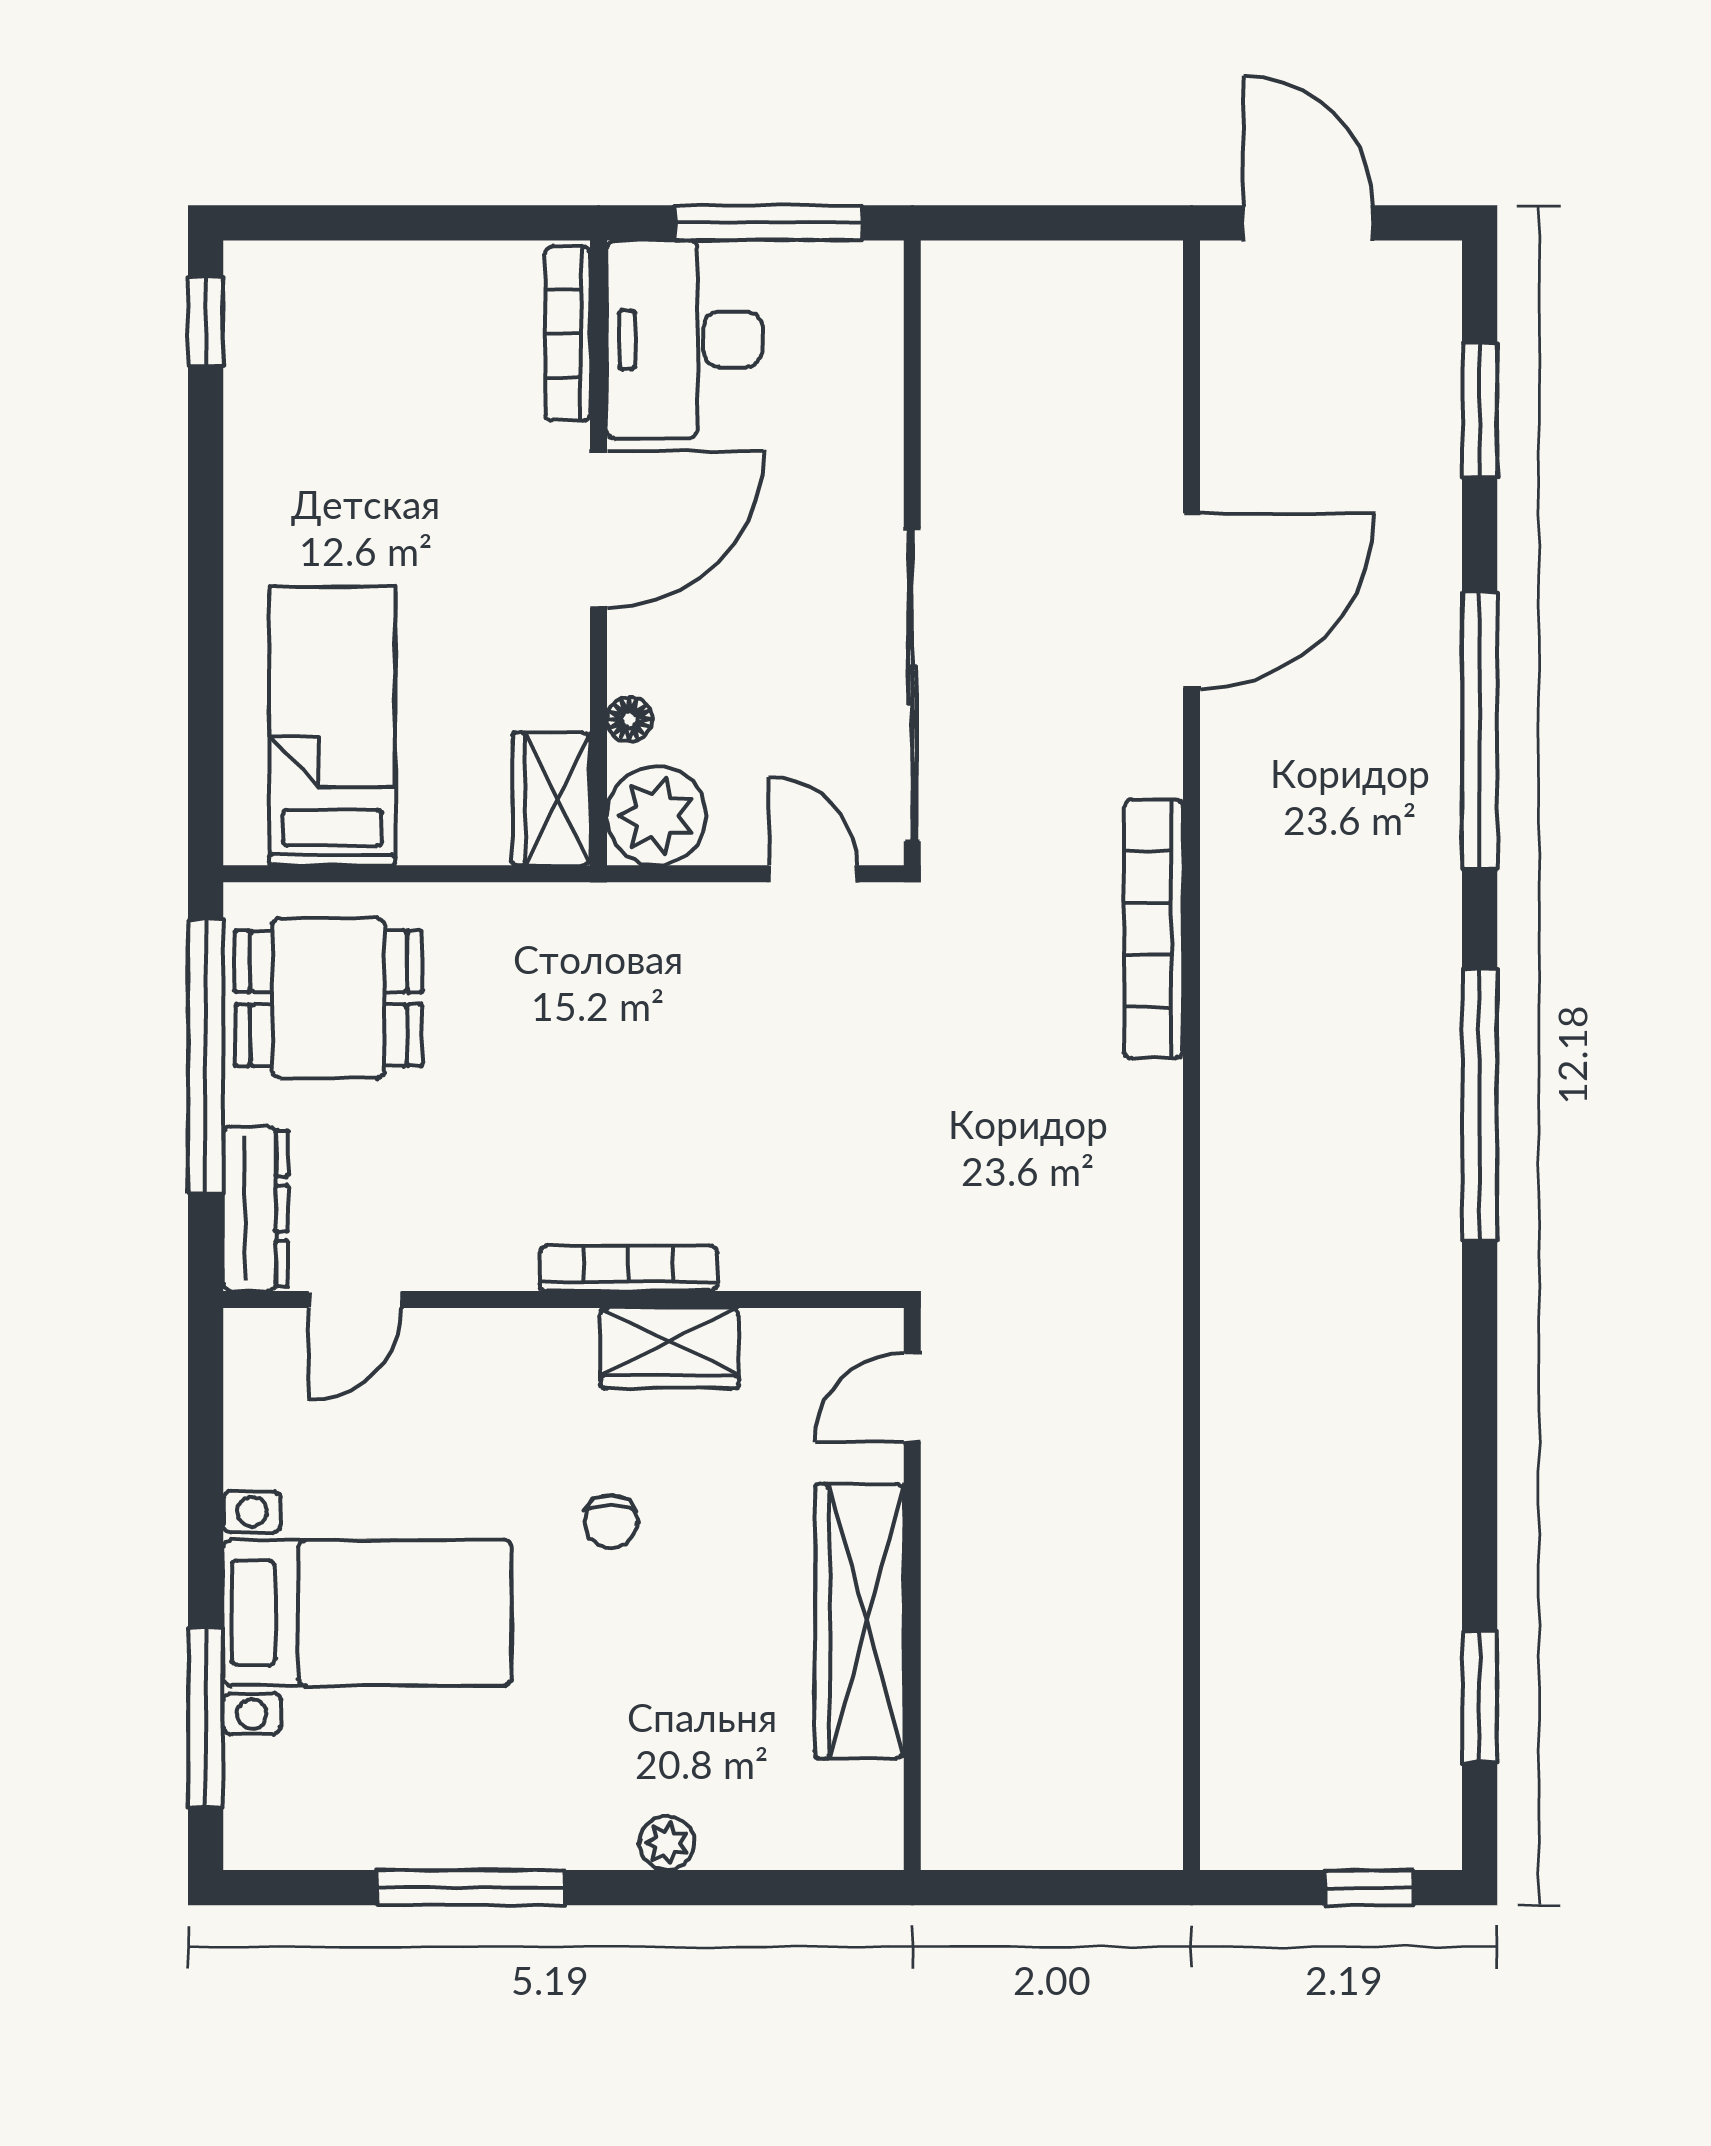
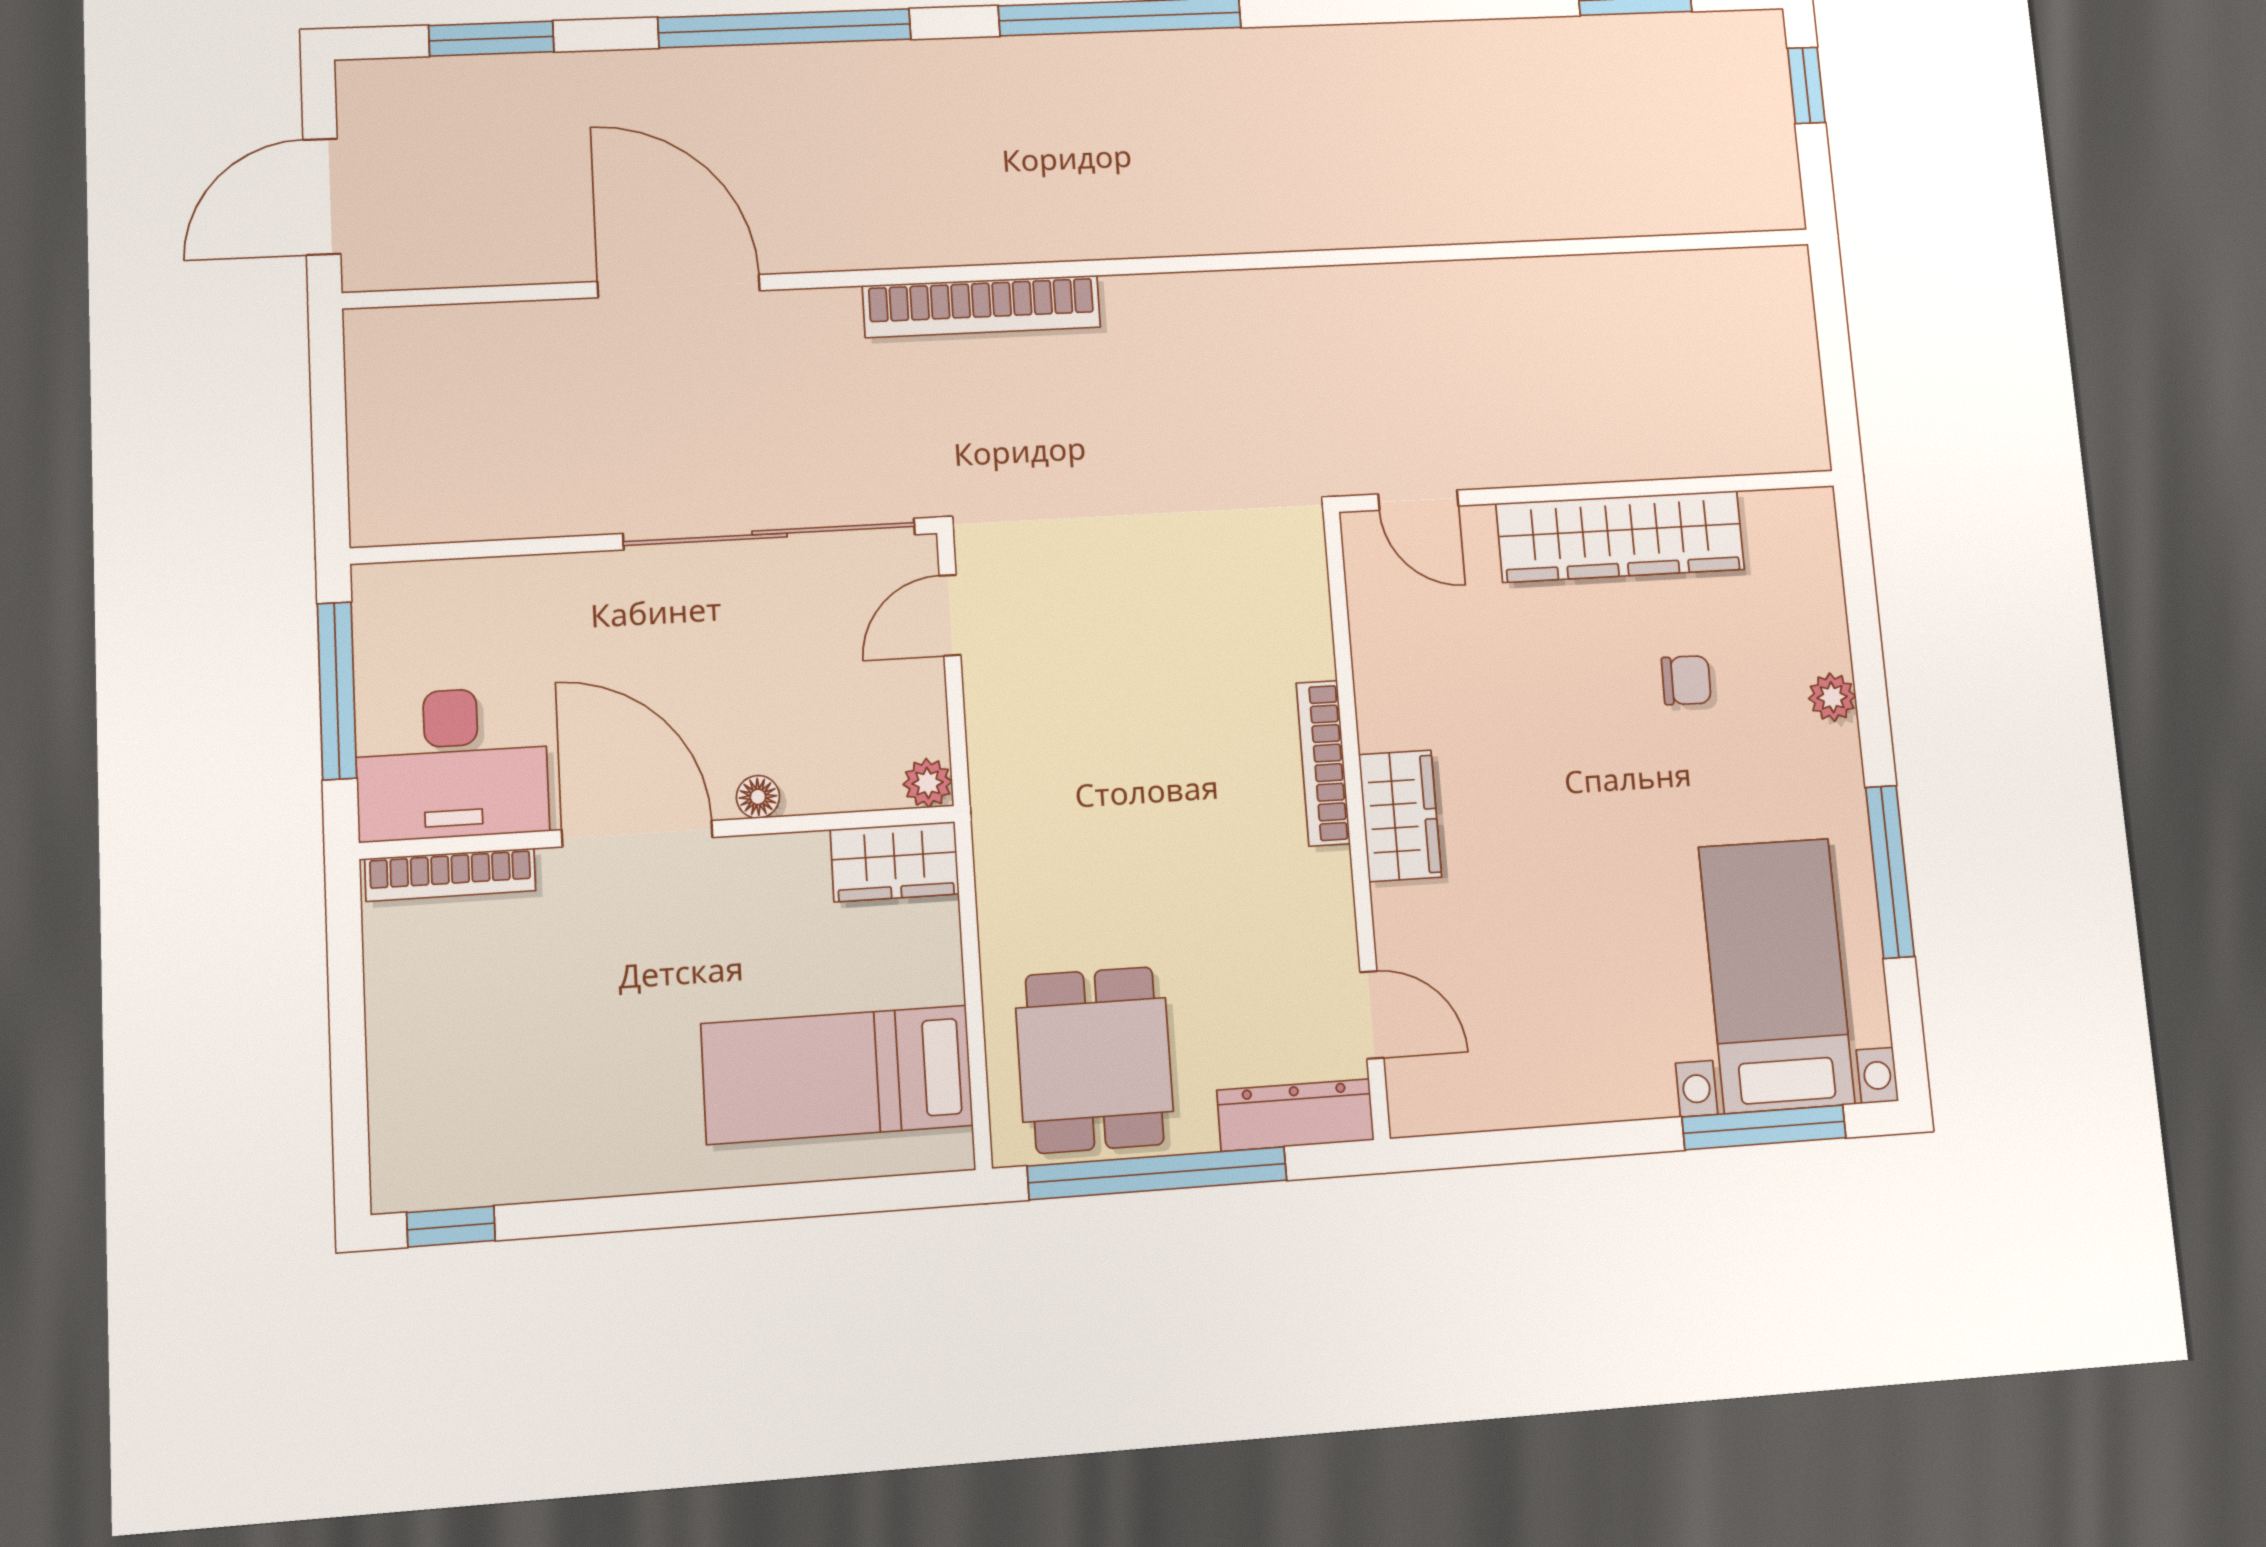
floor lamp: (630, 719) -> (758, 797), moved
plant: (656, 816) -> (928, 783), width x0.53, depth x0.53
wardrobe: (670, 1348) -> (1400, 816), moved
chair: (611, 1521) -> (1686, 680), moved
bed with nightstands: (367, 1613) -> (1777, 975), moved

